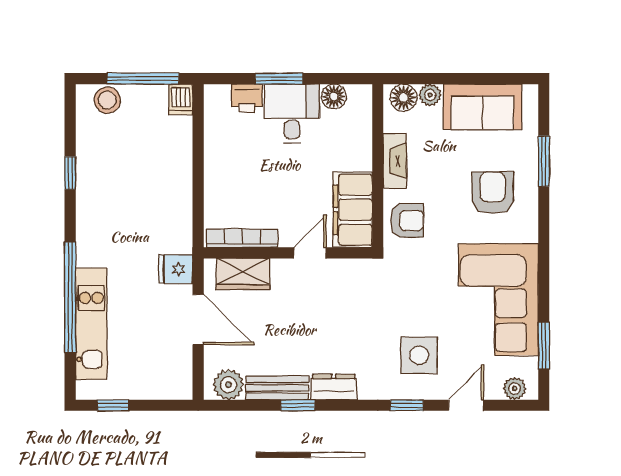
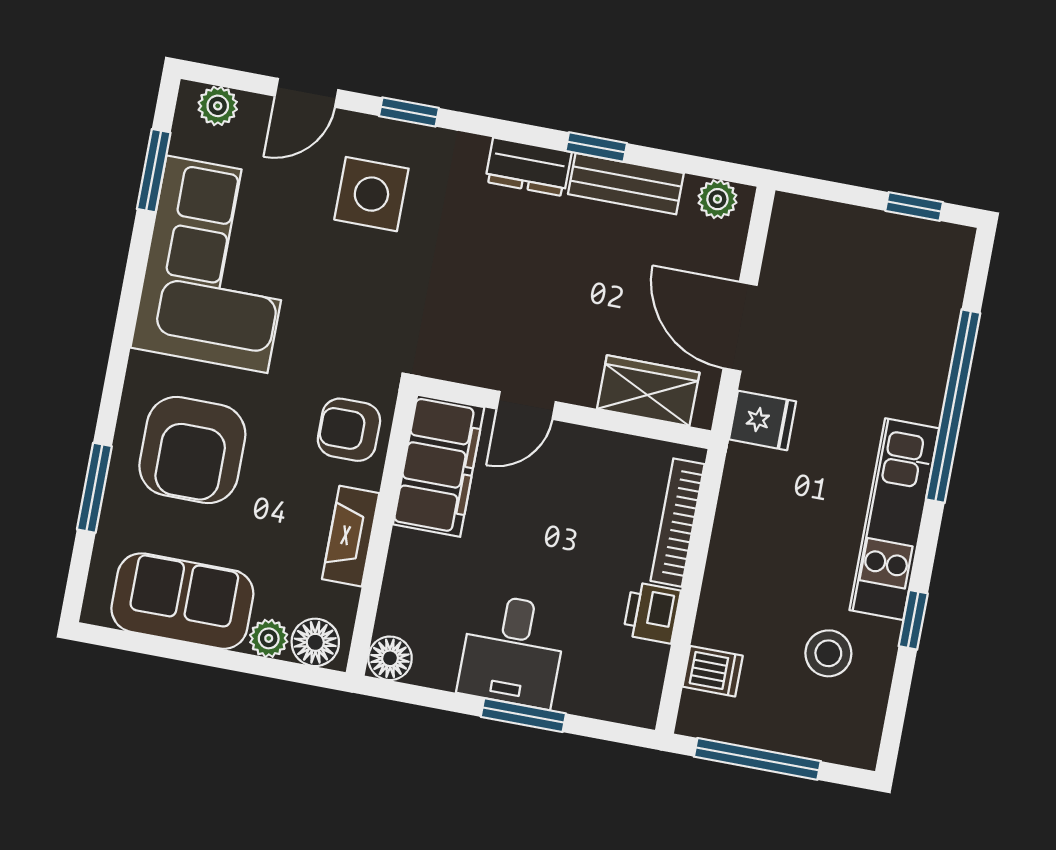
floor lamp: (334, 96) -> (390, 658), moved
printer: (247, 98) -> (652, 613), moved, turned -90
dishwasher: (181, 99) -> (713, 671), moved, turned 90
stool: (107, 100) -> (828, 653), moved
armchair: (493, 193) -> (192, 450), width x1.36, depth x1.36
bookcase: (242, 238) -> (678, 523), moved, turned 90
kitchen unit: (91, 324) -> (894, 519), moved
plant: (228, 385) -> (717, 199), width x0.73, depth x0.73

